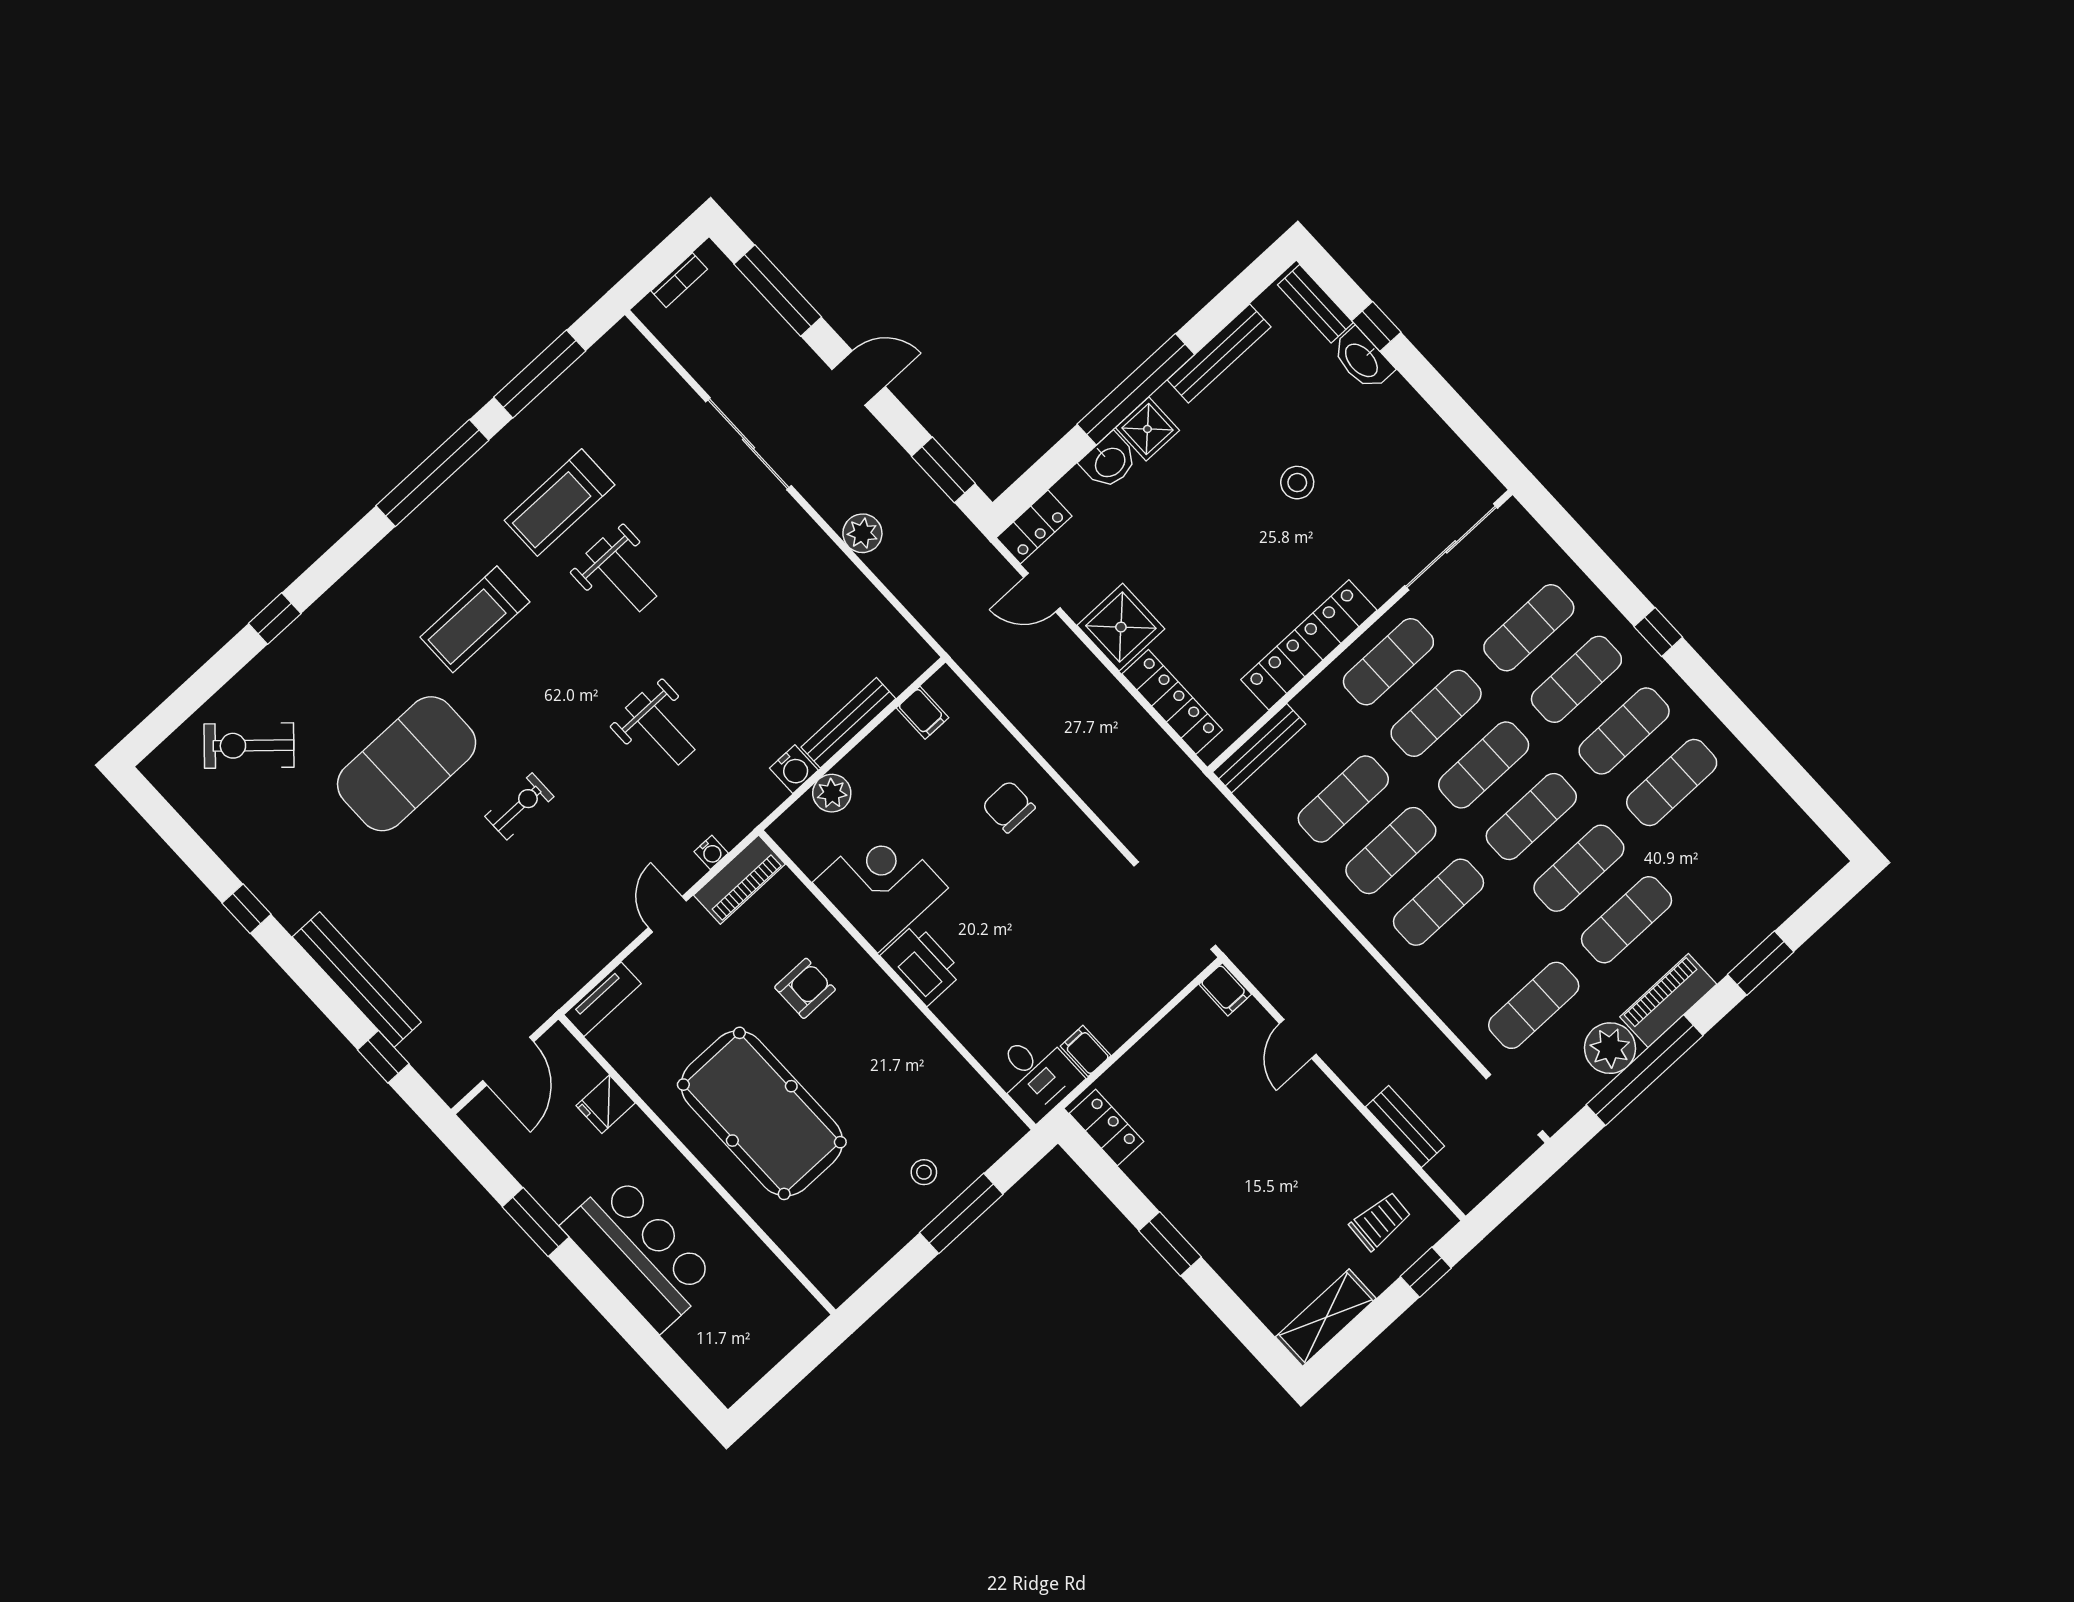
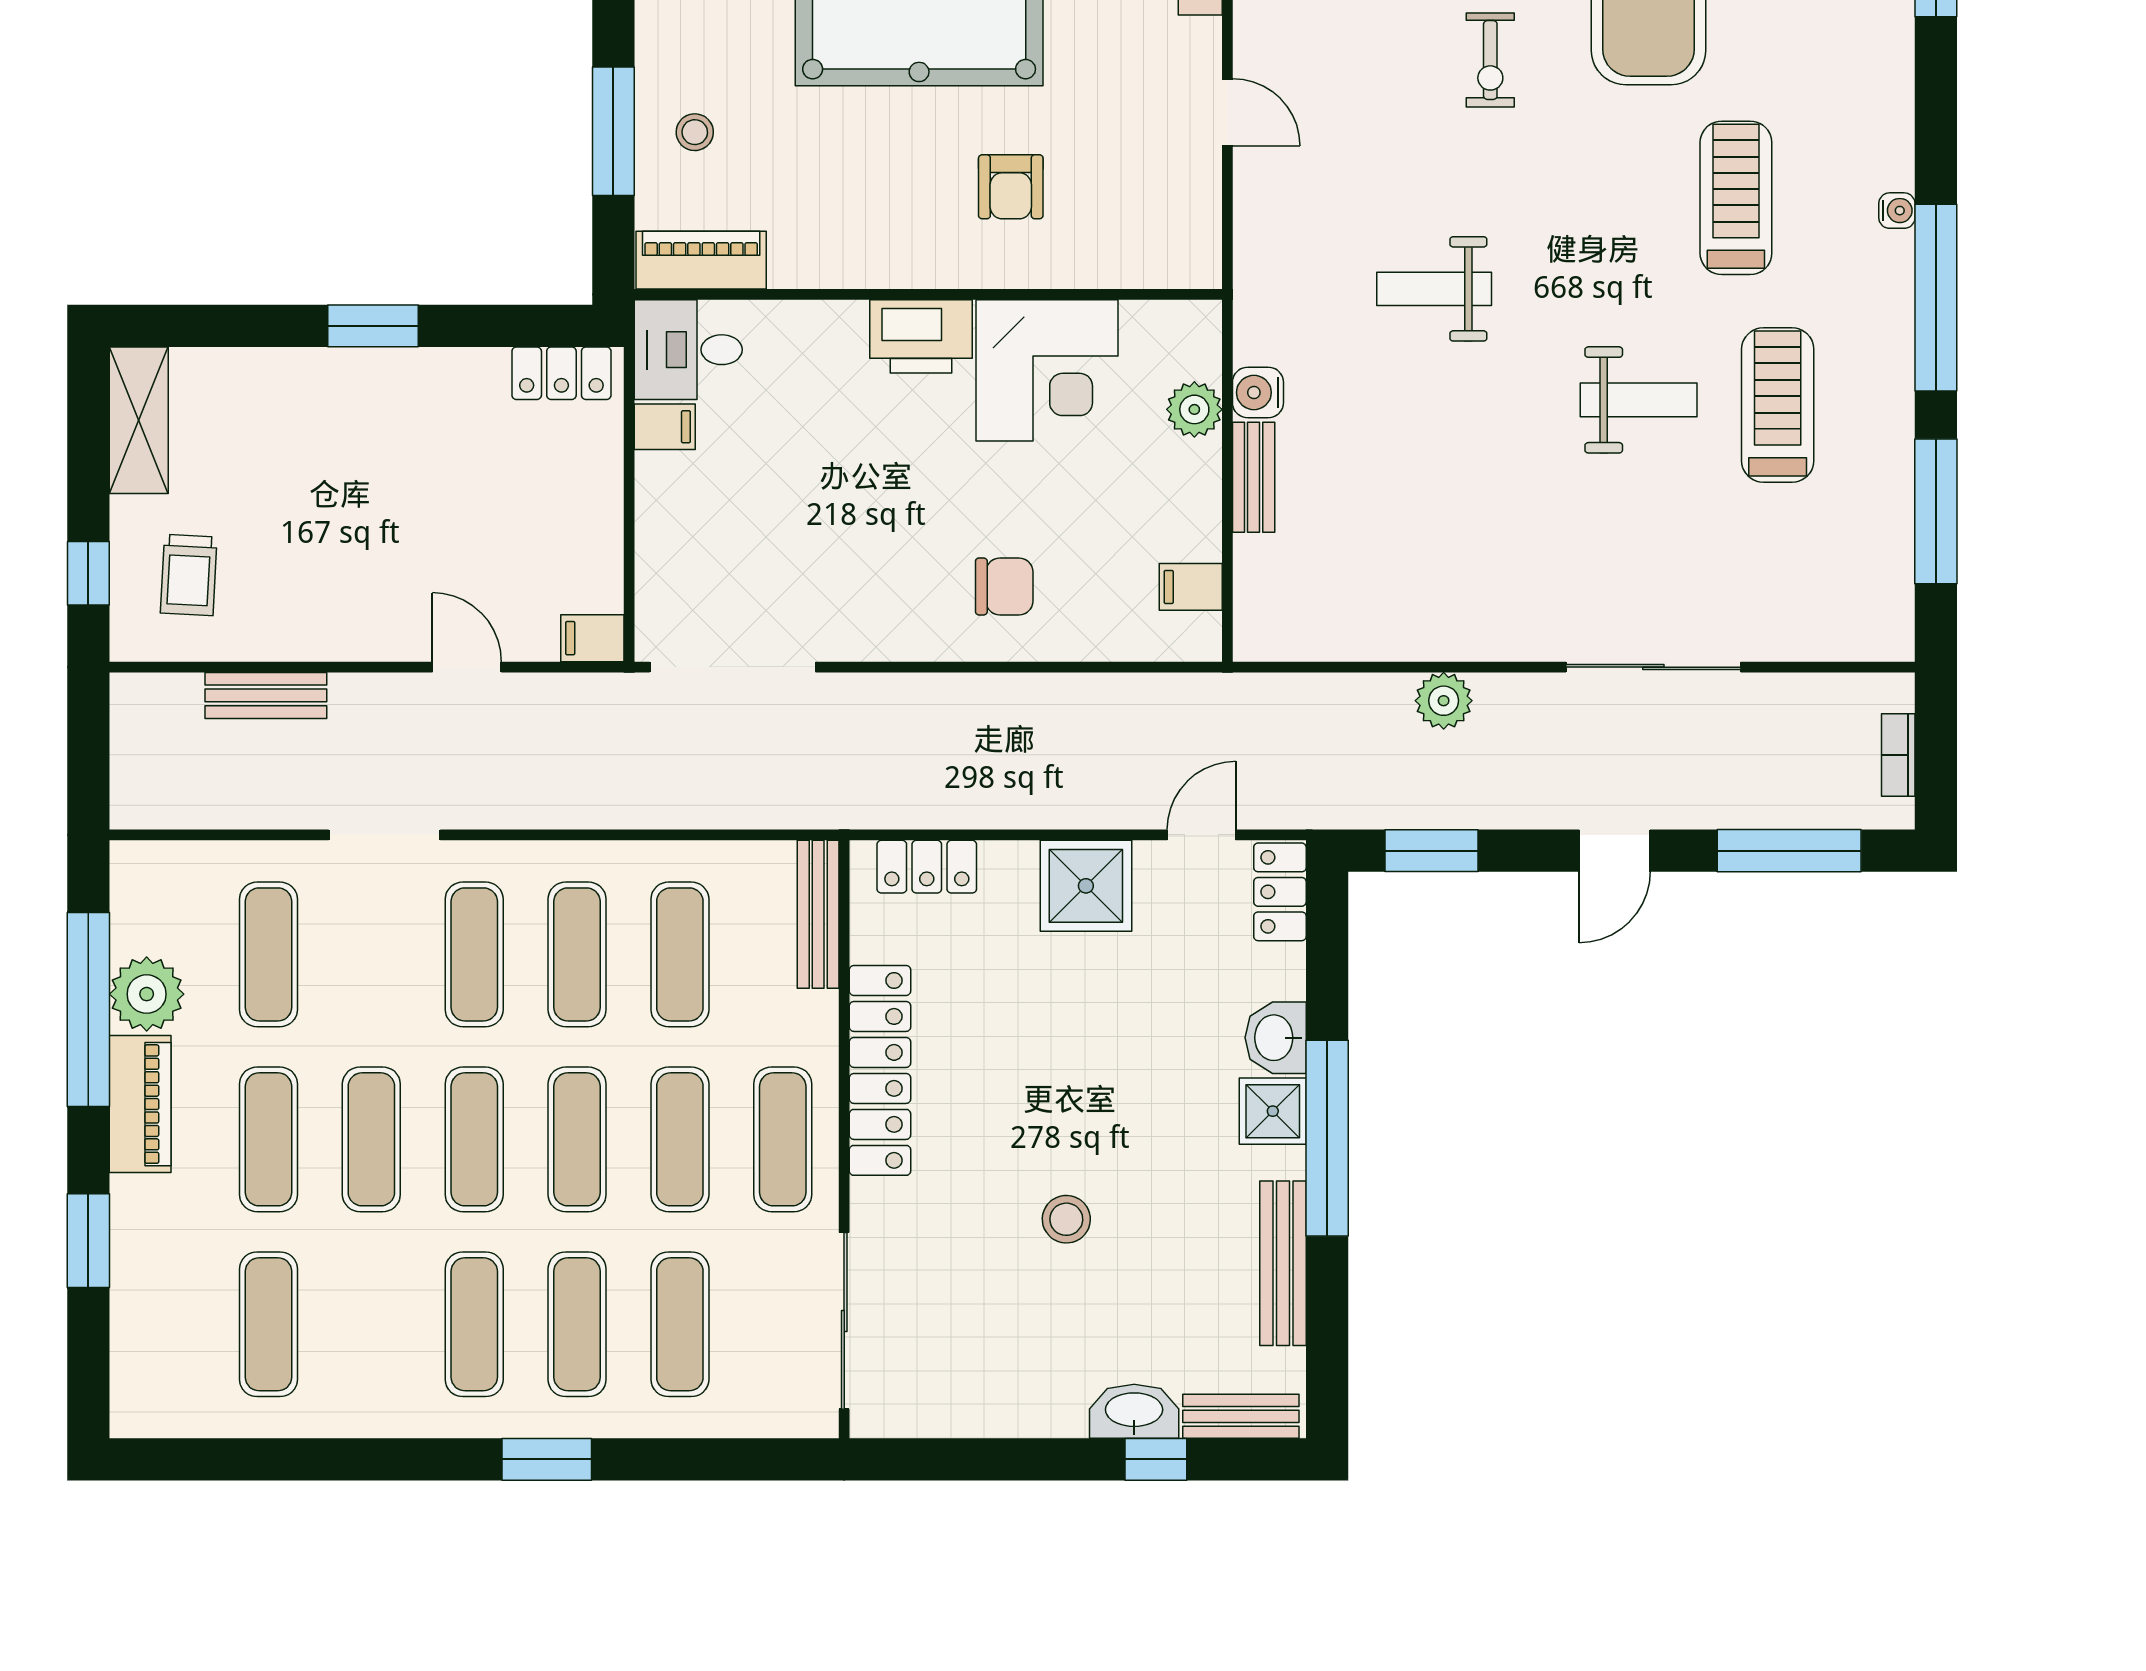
weight bench: (621, 575) -> (1639, 400), turned 180
window: (1658, 632) -> (547, 1459), width x1.50
locker: (1172, 702) -> (927, 867), width x0.66
bench: (848, 723) -> (1254, 477), width x0.73
exercise mat: (1672, 783) -> (268, 1324), moved
water cooler: (711, 852) -> (1897, 211), moved, turned 180
piano: (739, 880) -> (701, 260), moved, turned 90
doorway: (1514, 1105) -> (385, 835), moved

